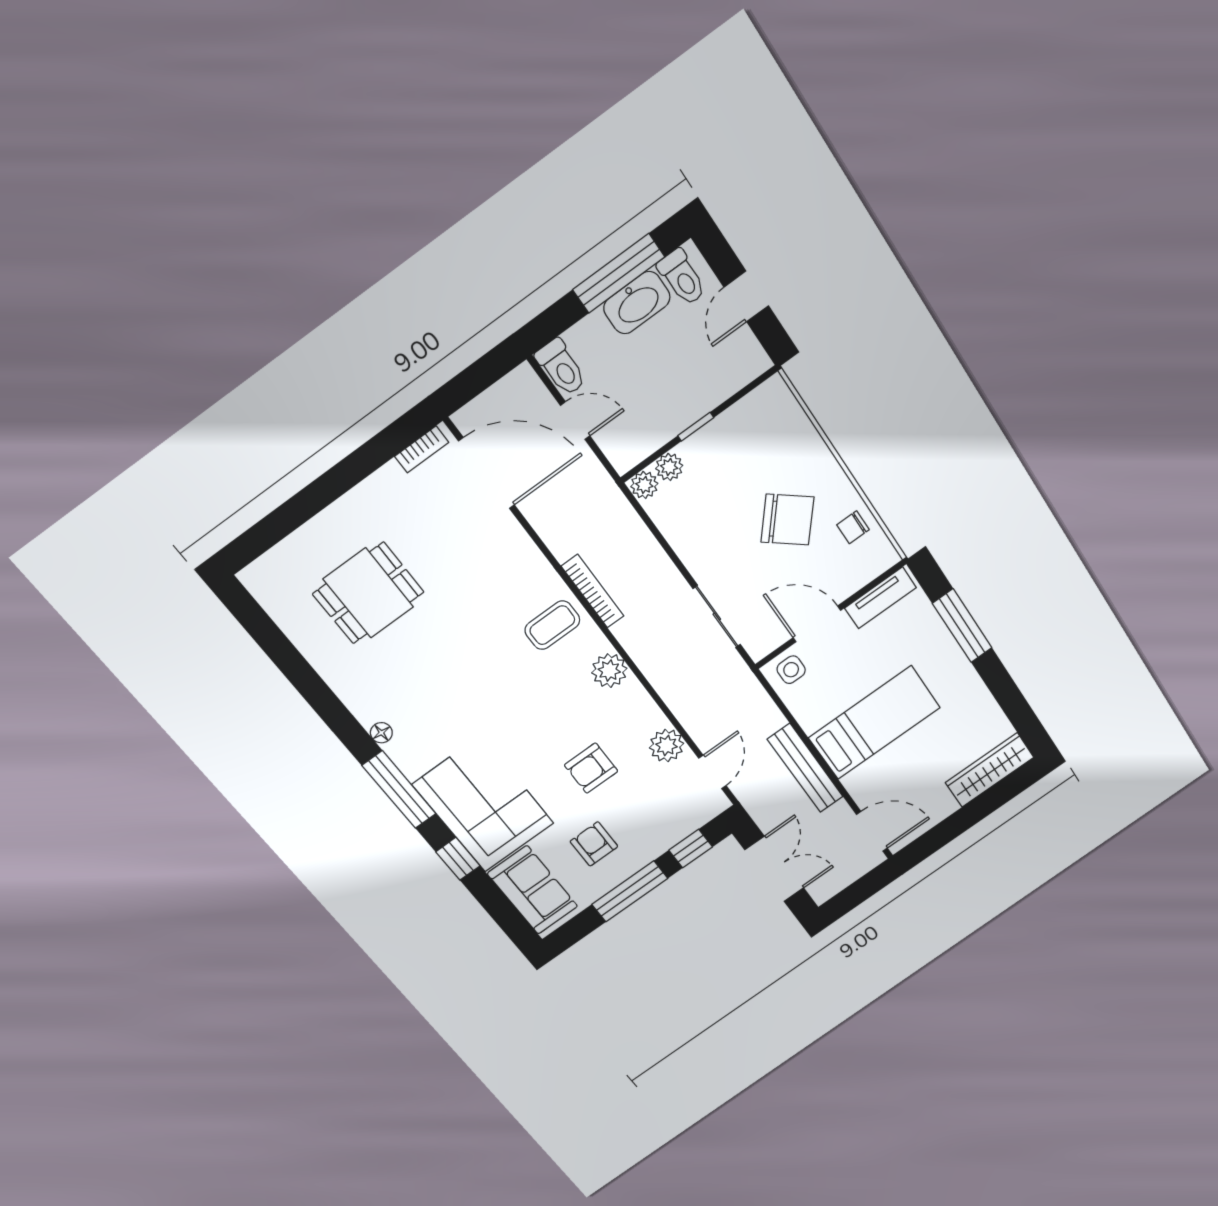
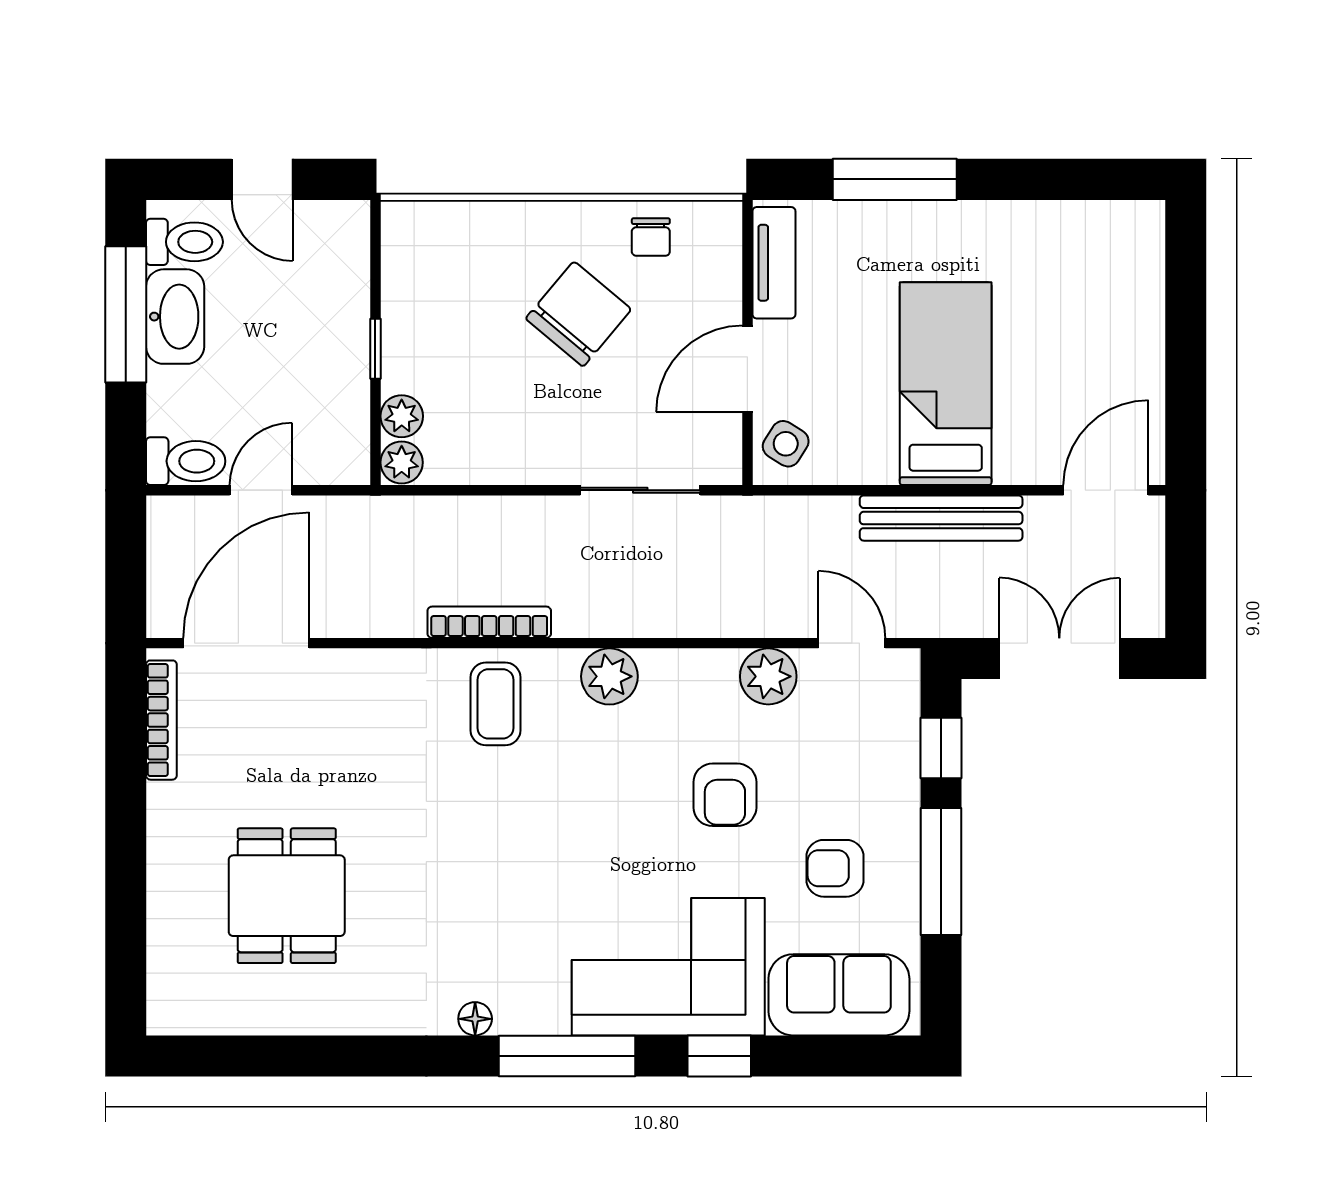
bookcase: (422, 449) -> (161, 720), width x1.56
side table: (791, 670) -> (786, 444), turned 32
wardrobe: (990, 770) -> (1137, 272), removed

